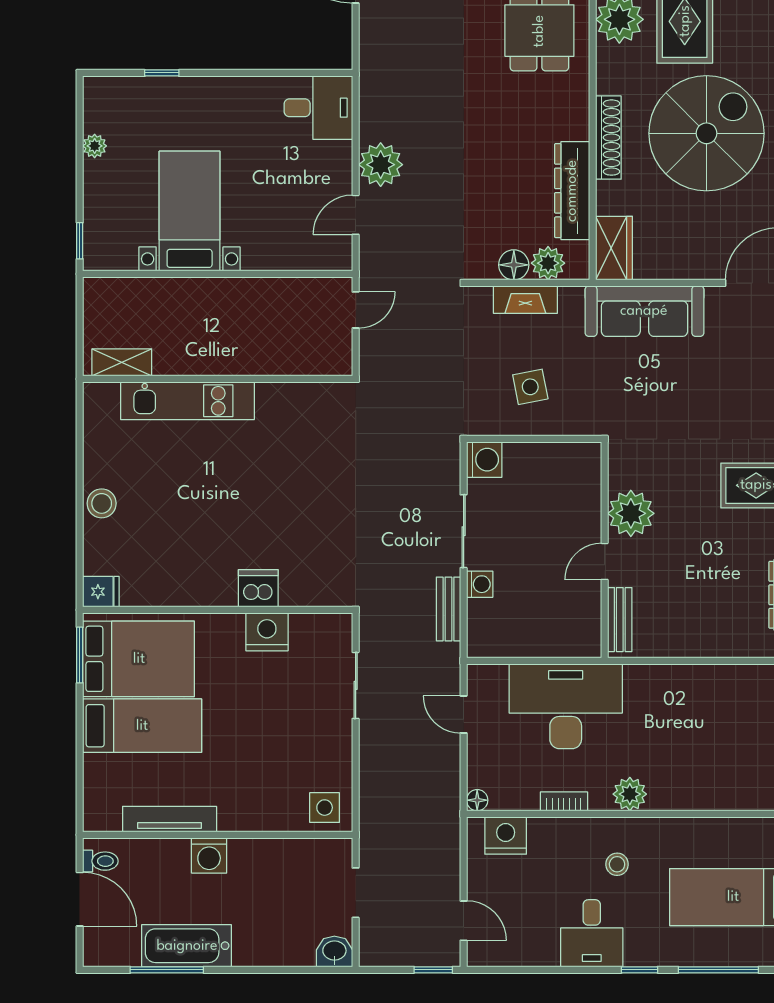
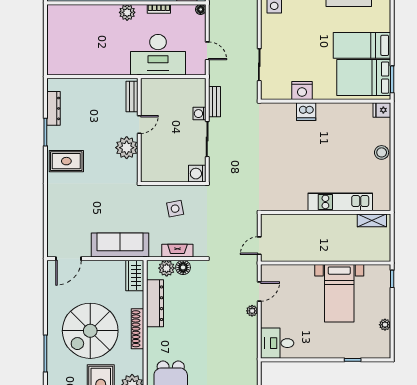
plant: (381, 165) -> (252, 311), width x0.53, depth x0.53

